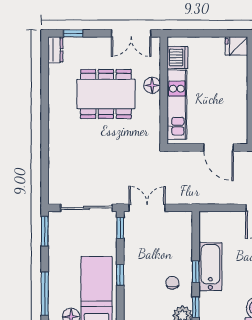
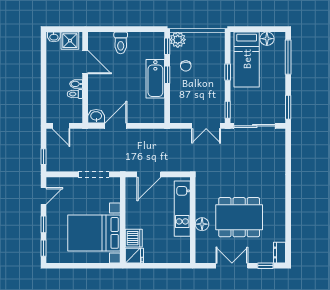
double door: (131, 33) -> (232, 266), moved
dishwasher: (178, 57) -> (134, 238), moved, turned 180
door: (218, 147) -> (149, 174), swing flipped

